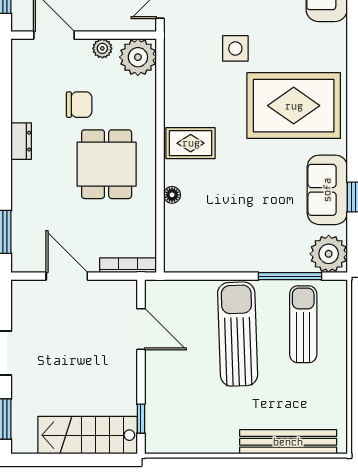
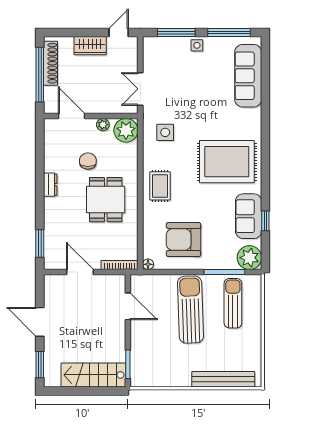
side table: (235, 48) -> (165, 132), moved
chair: (79, 105) -> (88, 161), turned -90
rug: (191, 143) -> (160, 186), turned 90
floor lamp: (172, 195) -> (148, 264), moved
armchair: (227, 226) -> (183, 240), added
window: (141, 419) -> (128, 364), width x1.50

